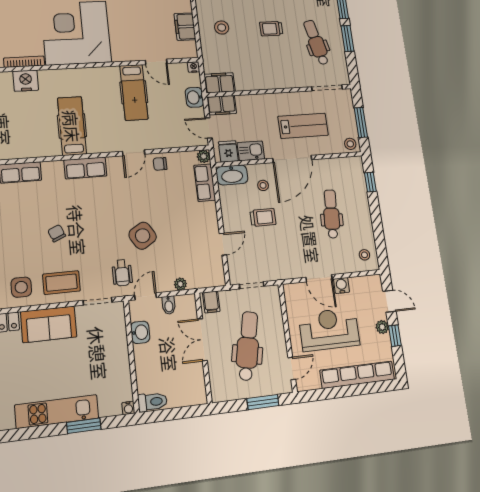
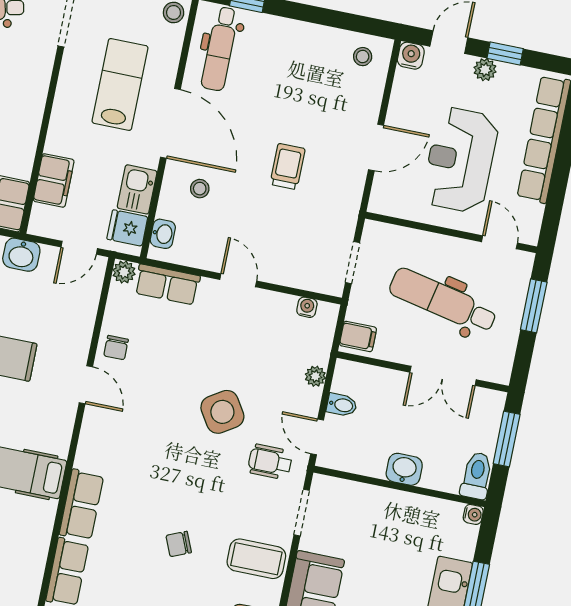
filing cabinet: (222, 105) -> (54, 180), moved
row of seats: (85, 168) -> (81, 505), moved
washbasin: (232, 175) -> (163, 234), width x0.52, depth x0.69
dental chair: (331, 214) -> (220, 49), moved, turned -94
trolley: (263, 217) -> (288, 166), moved
door: (223, 244) -> (238, 280), moved
water cooler: (218, 267) -> (307, 307), added
wheelchair: (122, 273) -> (270, 462), turned 180
coffee table: (61, 283) -> (256, 559), turned 90
water cooler: (341, 285) -> (411, 56), moved, turned 90
washbasin: (140, 332) -> (404, 469), moved
double door: (202, 340) -> (443, 376), moved
window: (180, 413) -> (507, 439), added

